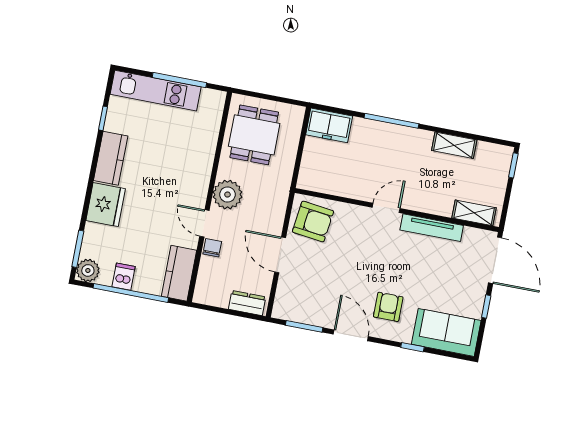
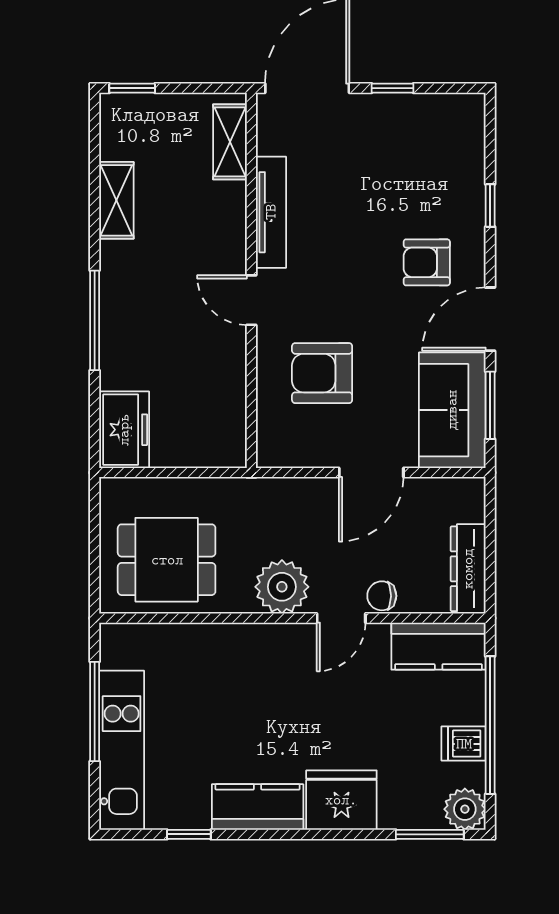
armchair: (313, 222) -> (322, 373), moved, turned -97
dresser: (247, 303) -> (468, 569), moved, width x1.44
sofa: (446, 332) -> (452, 410), moved

